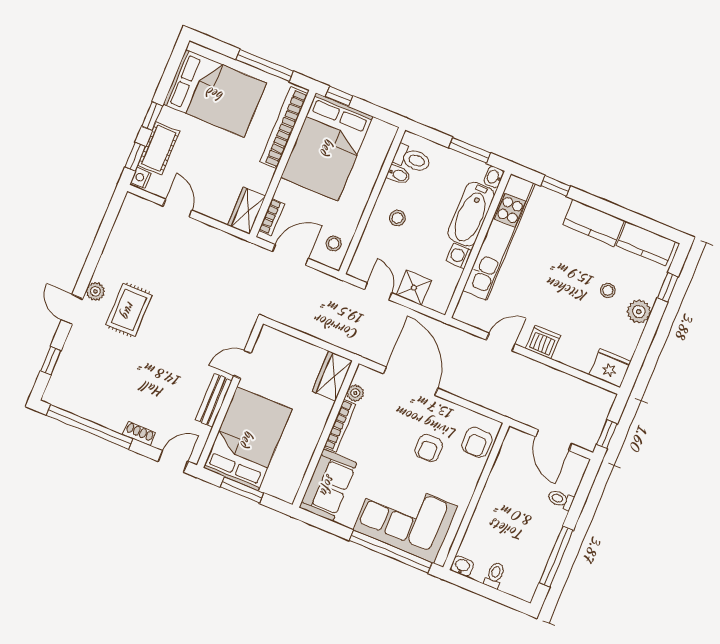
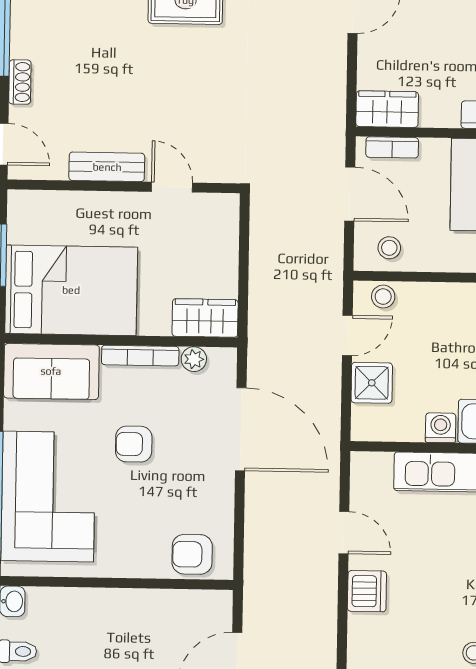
stool: (397, 218) -> (383, 297), moved
door: (411, 381) -> (241, 429), hinge flipped
bed: (247, 439) -> (71, 290), moved
armchair: (429, 448) -> (134, 444), moved

